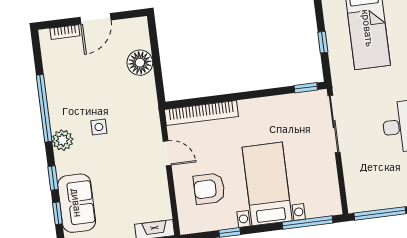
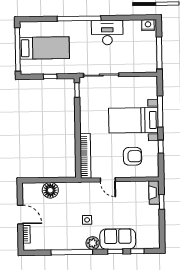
door: (167, 153) -> (108, 180), swing flipped
armchair: (209, 189) -> (133, 156), turned -90
sofa: (77, 203) -> (118, 239), moved
window: (307, 223) -> (160, 111), moved

